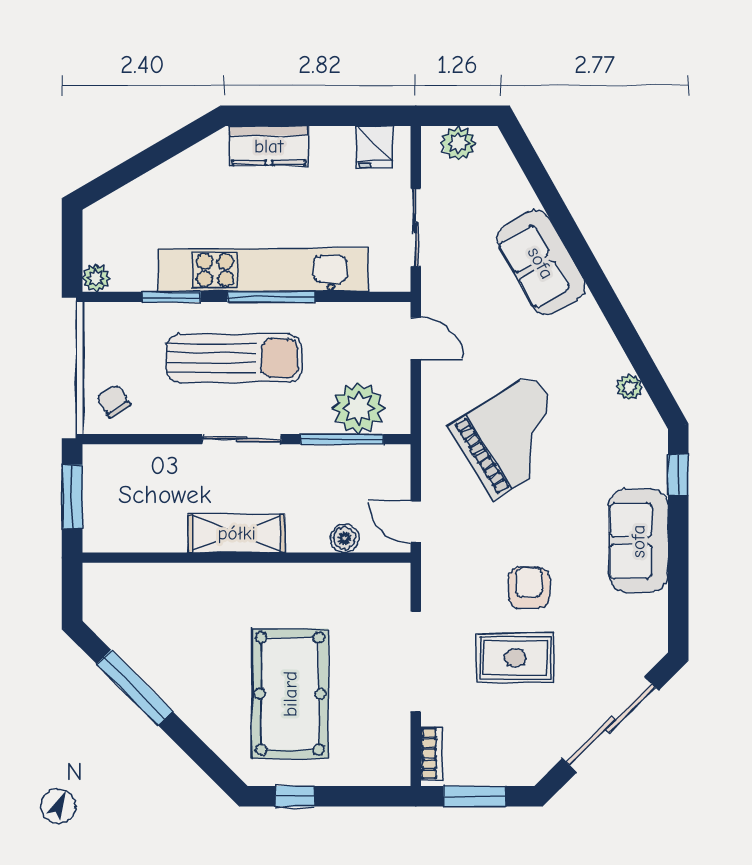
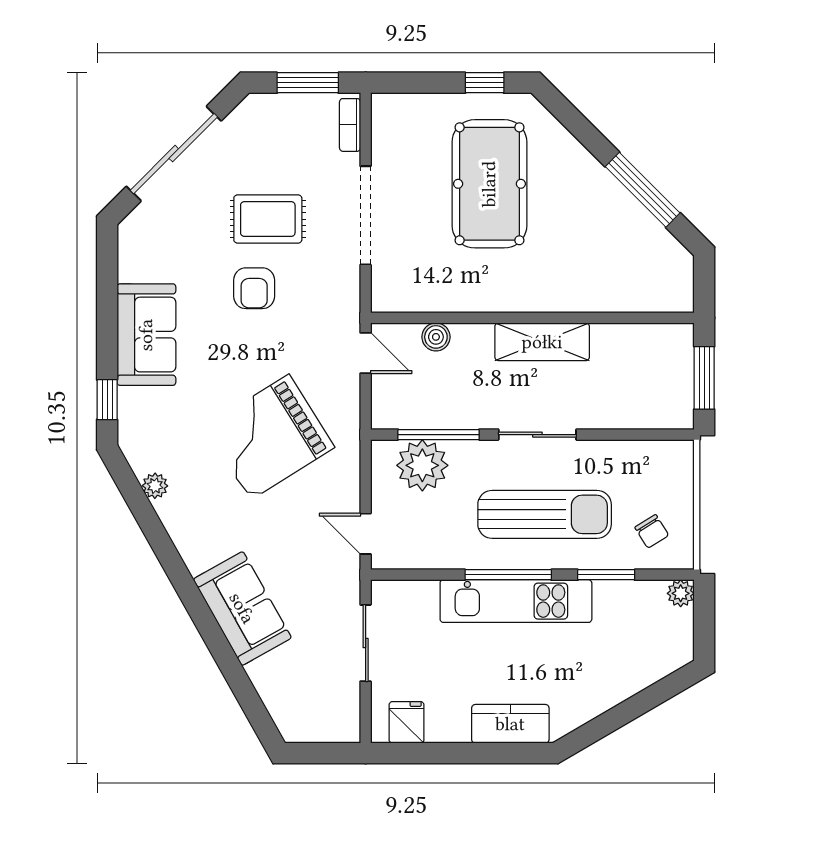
plant: (458, 143) -> (324, 726), removed
kitchen unit: (263, 270) -> (516, 601), width x0.73
sun lounger: (234, 358) -> (545, 514), turned 180
chair: (113, 401) -> (652, 531), moved

